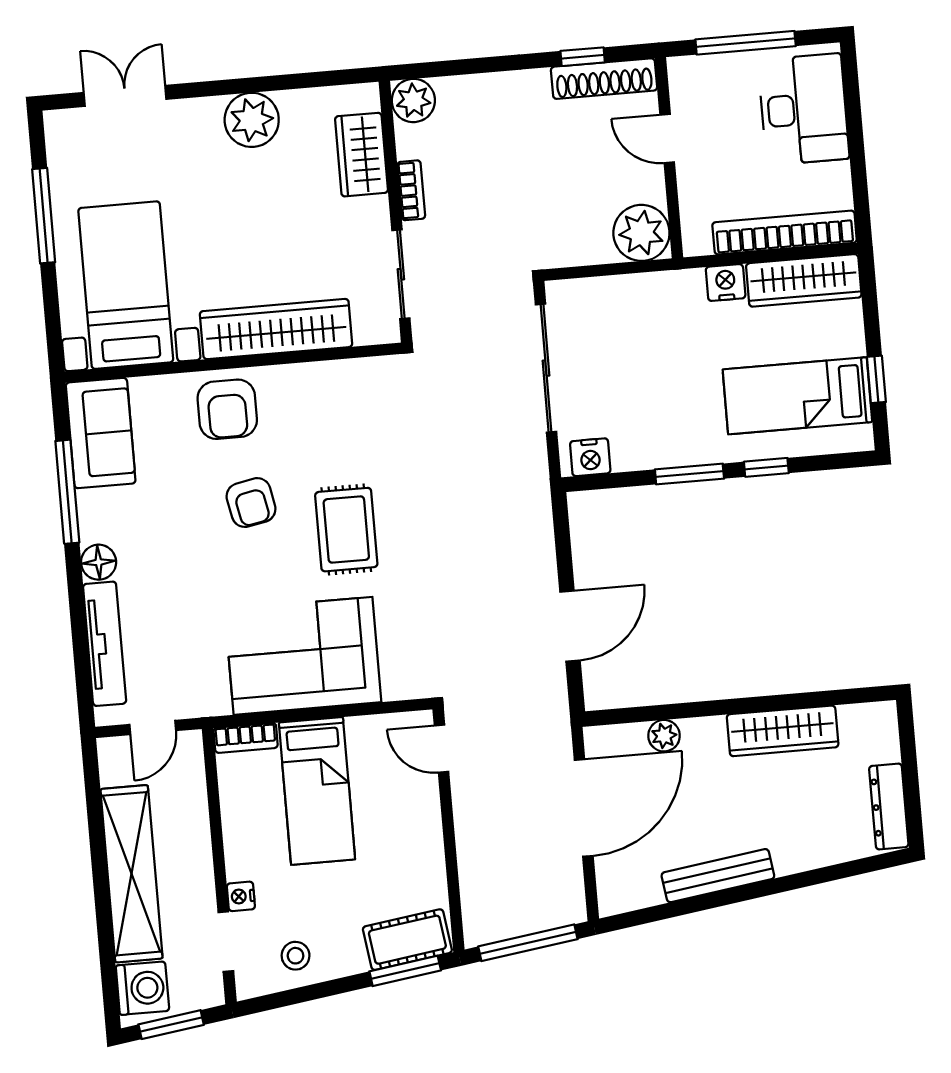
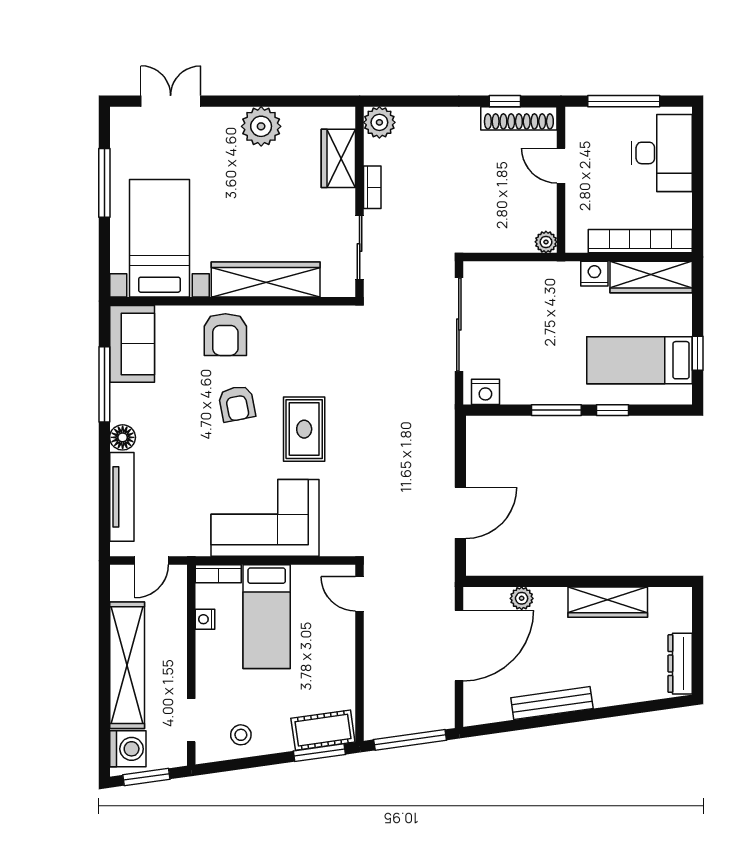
plant: (641, 233) -> (546, 242), width x0.53, depth x0.53
nightstand: (241, 896) -> (205, 619), moved

